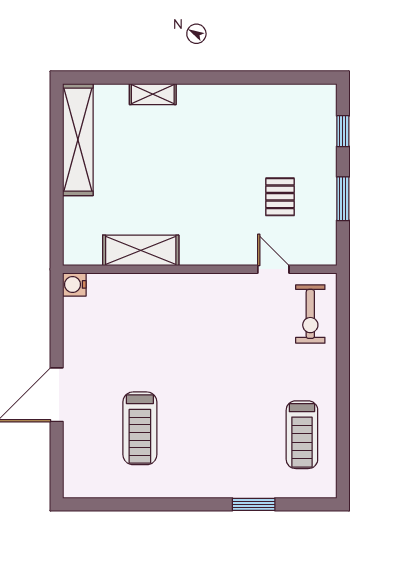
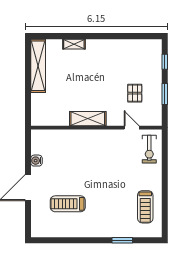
shelving: (141, 250) -> (88, 119), moved
water cooler: (74, 284) -> (36, 161), moved
treadmill: (140, 428) -> (68, 204), turned 90

